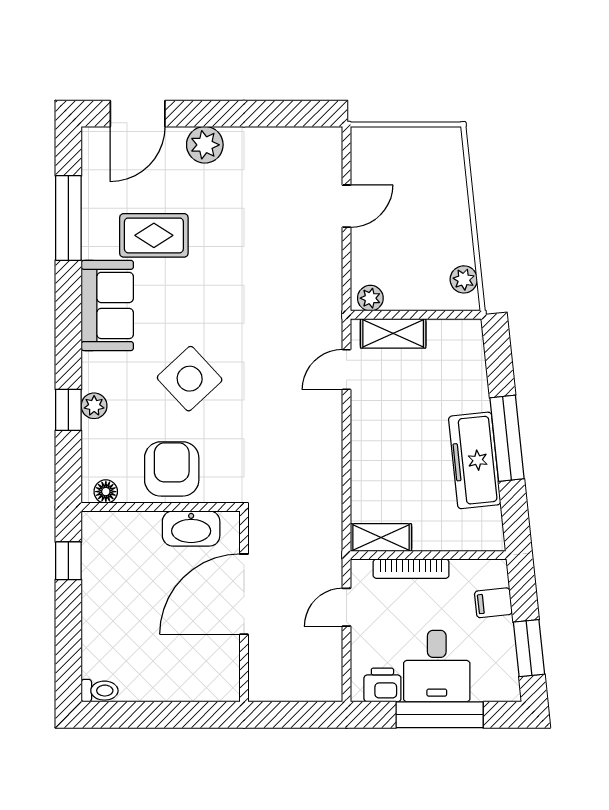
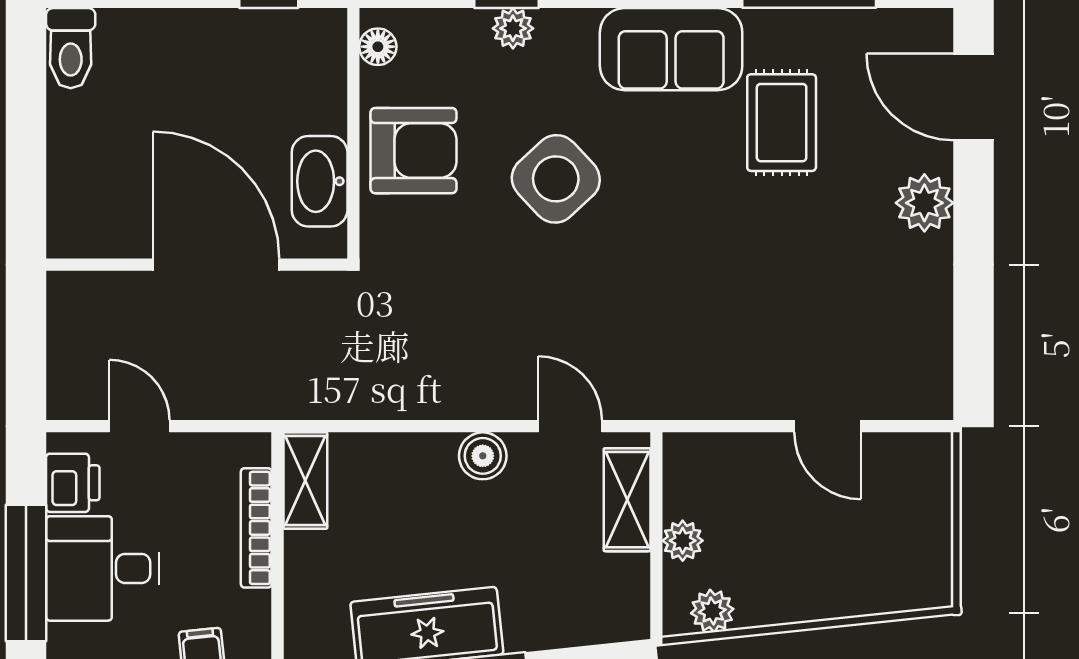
plant: (370, 298) -> (683, 541), moved
boiler: (365, 425) -> (483, 456), added
door: (346, 607) -> (139, 426), moved
toilet: (100, 691) -> (71, 48), width x1.37, depth x1.39

